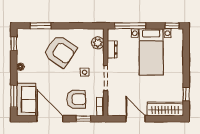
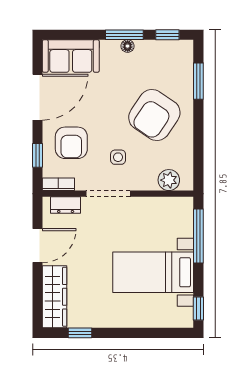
dresser: (112, 50) -> (66, 205), moved
window: (14, 96) -> (124, 35), moved

